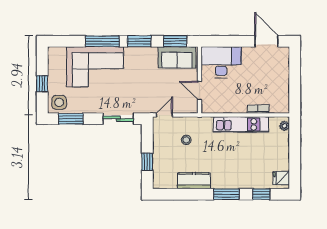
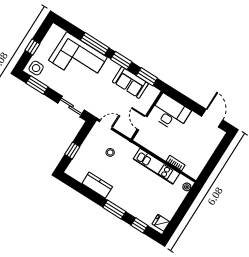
sofa: (177, 57) -> (130, 83), moved

